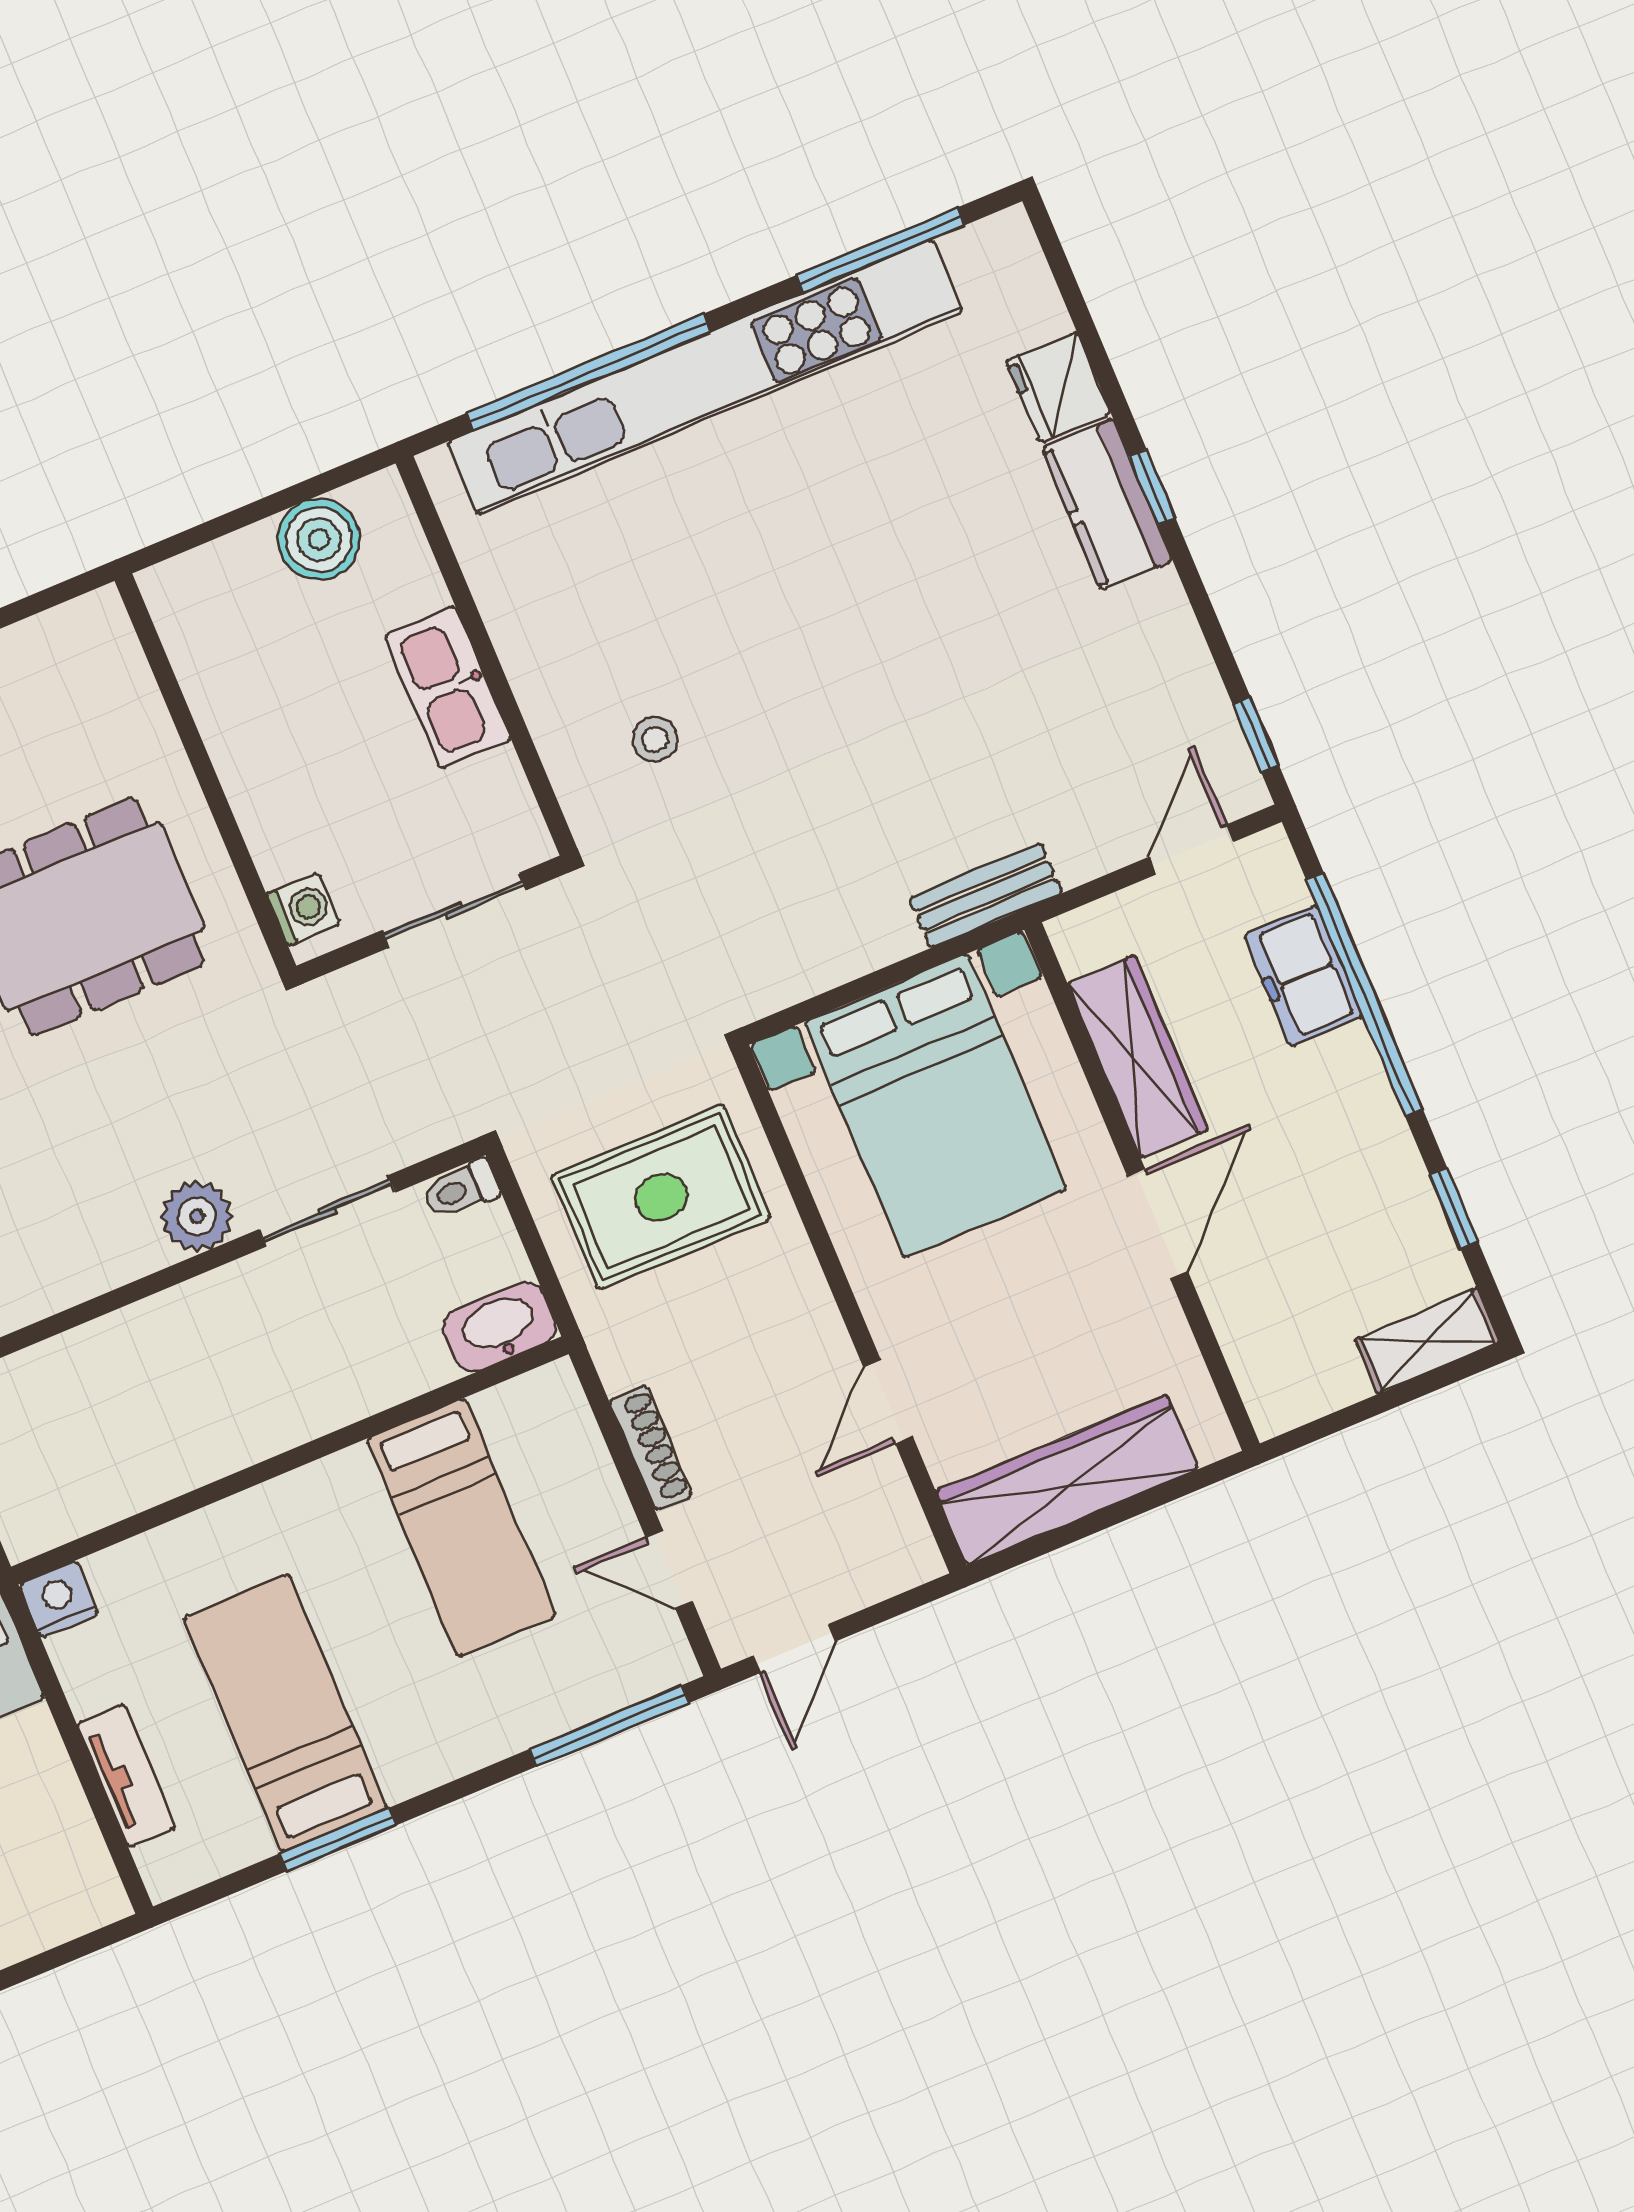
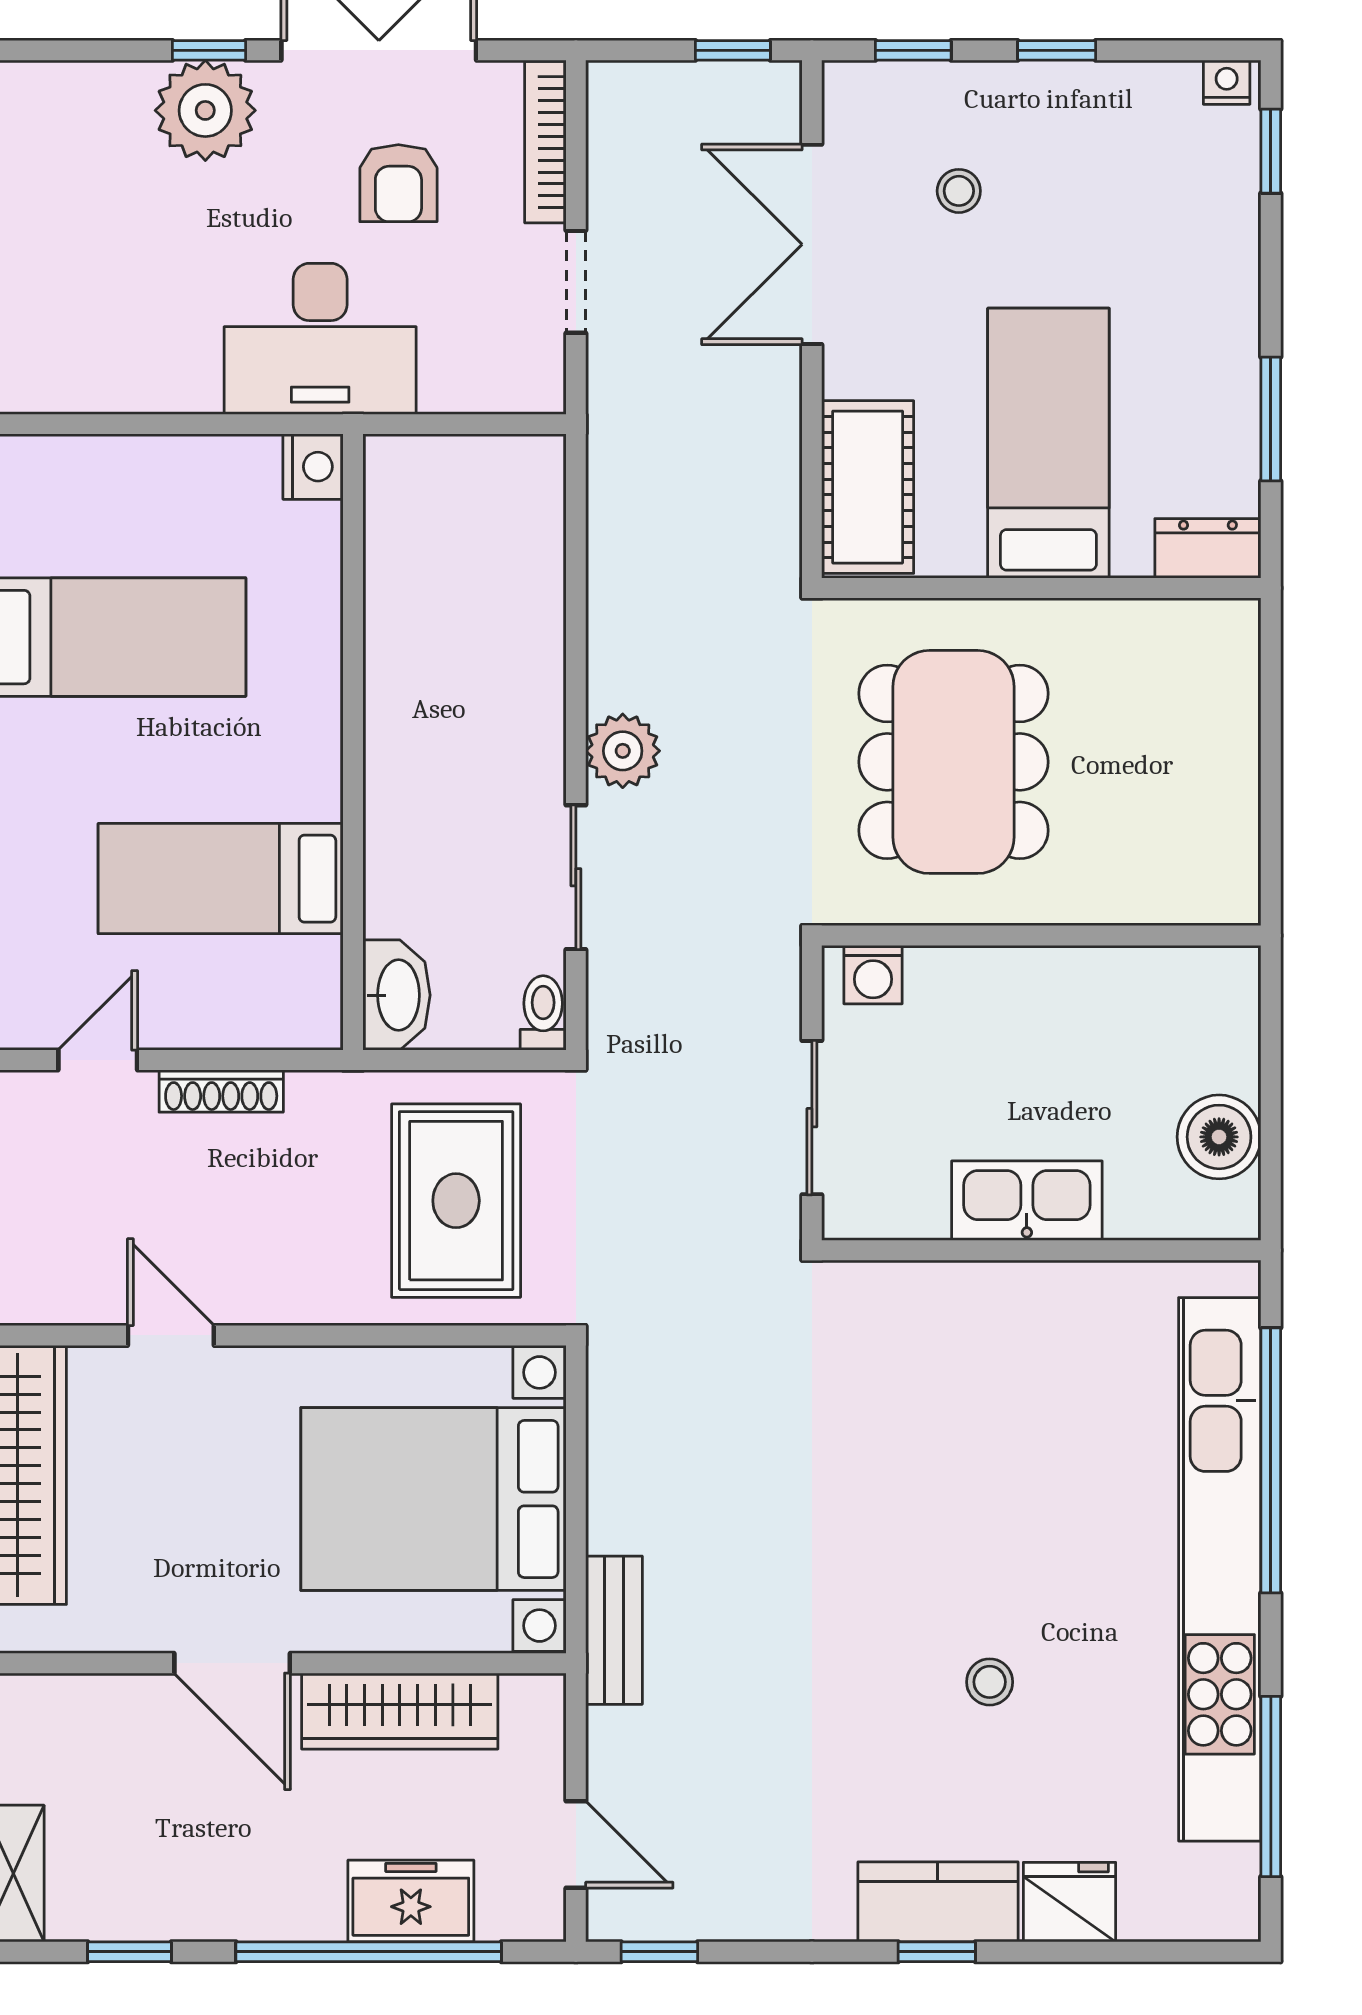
stool: (655, 739) -> (990, 1682), moved
tv unit: (126, 1776) -> (118, 461), removed

